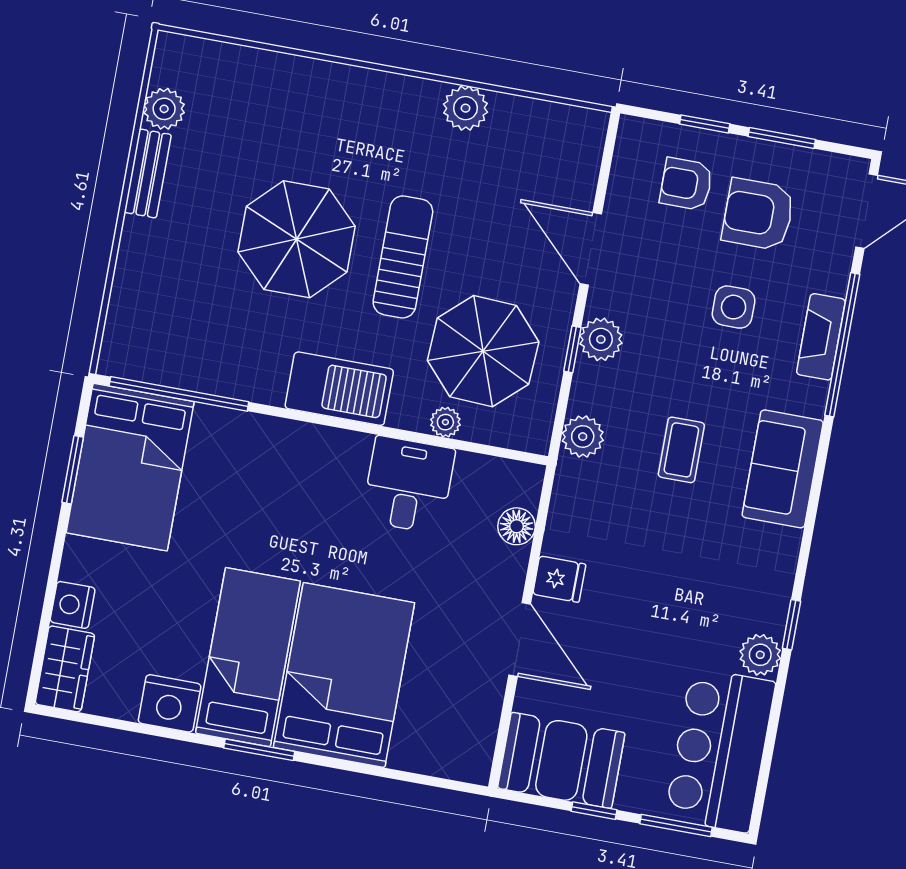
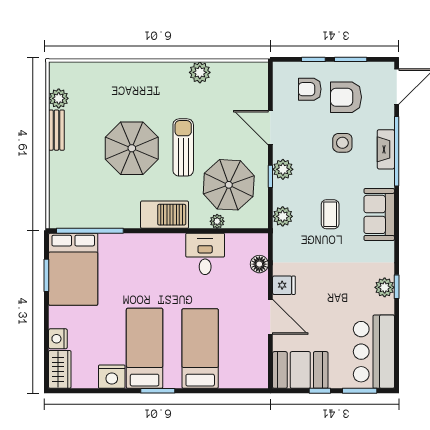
plant: (760, 655) -> (385, 287), moved
bed: (344, 675) -> (200, 349), width x0.67

